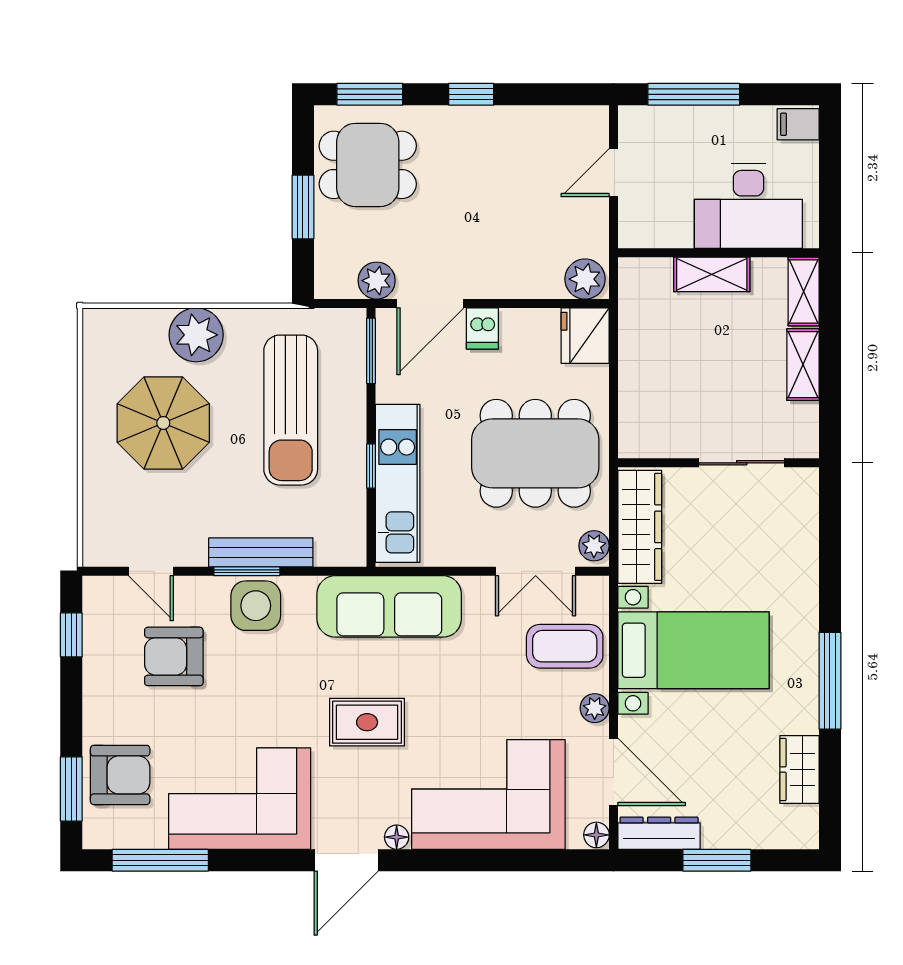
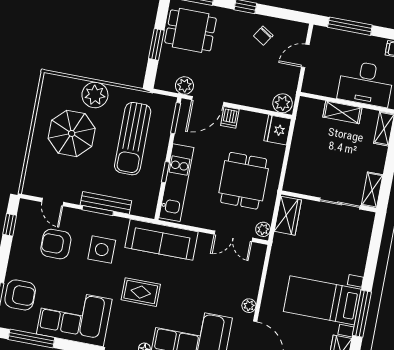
chair: (519, 147) -> (263, 36), added
shelving: (803, 365) -> (372, 190), moved
dining table: (535, 453) -> (244, 181), width x0.73
wardrobe: (640, 527) -> (288, 216), width x0.67
side table: (256, 606) -> (102, 250), moved
coffee table: (565, 646) -> (240, 274), removed
bed with nightstands: (694, 650) -> (322, 300), moved, turned 180

